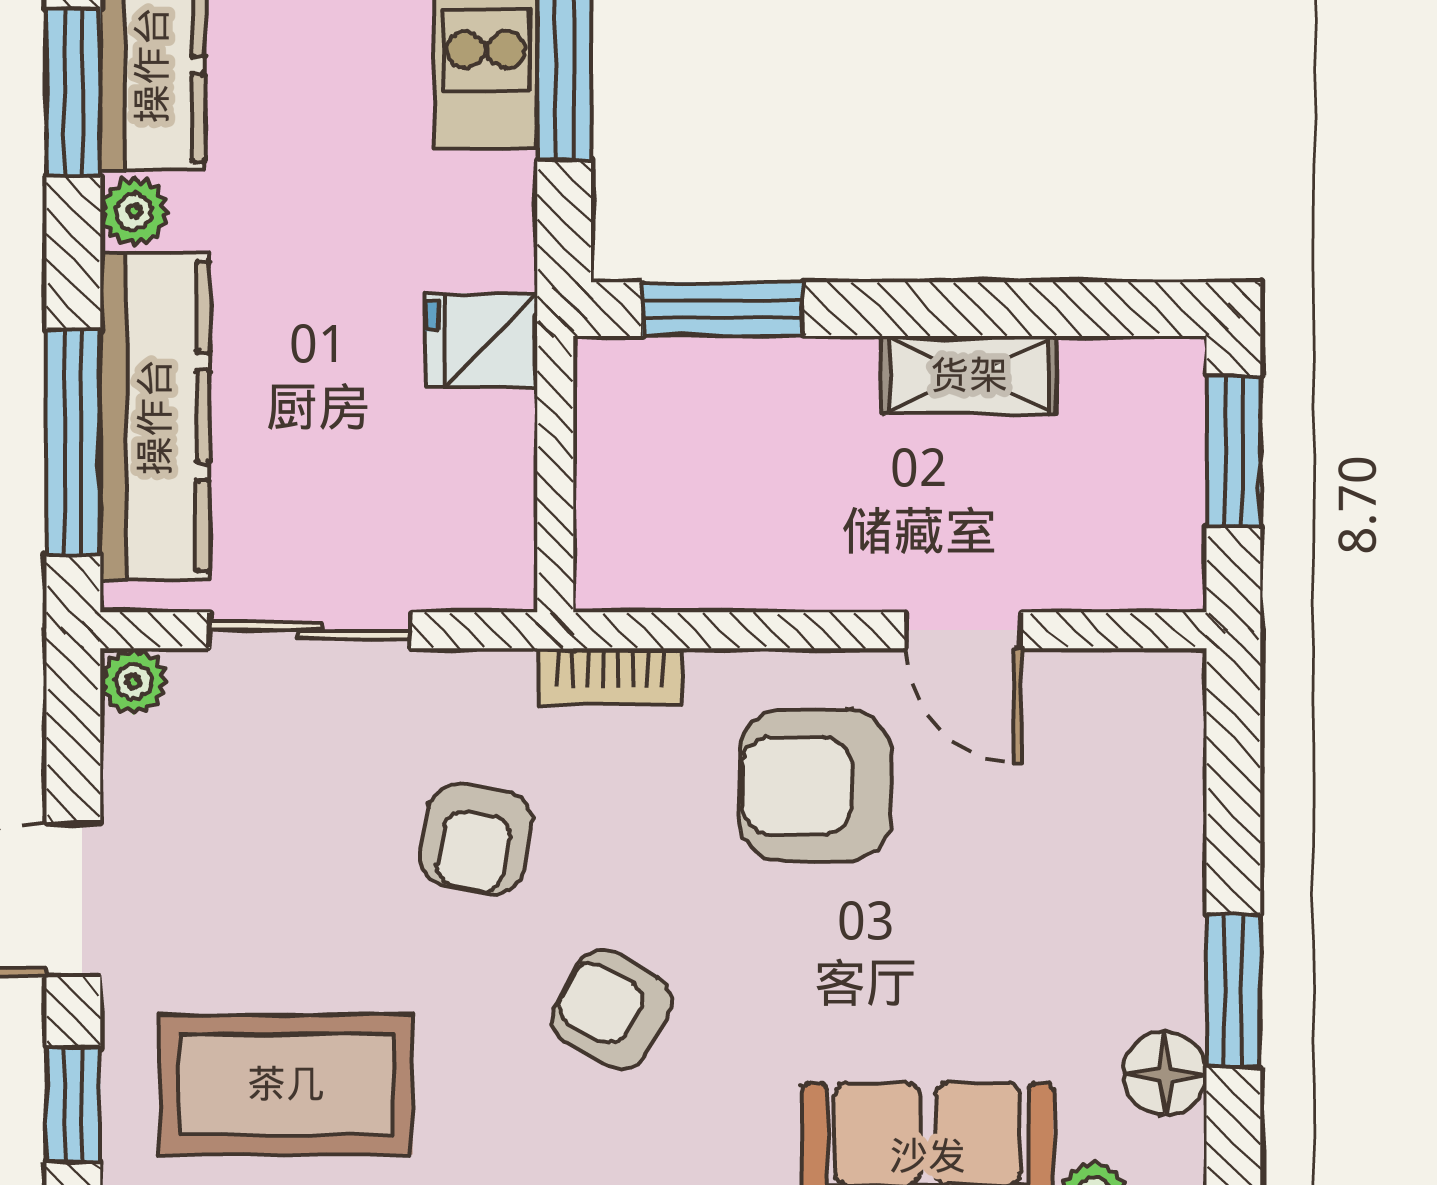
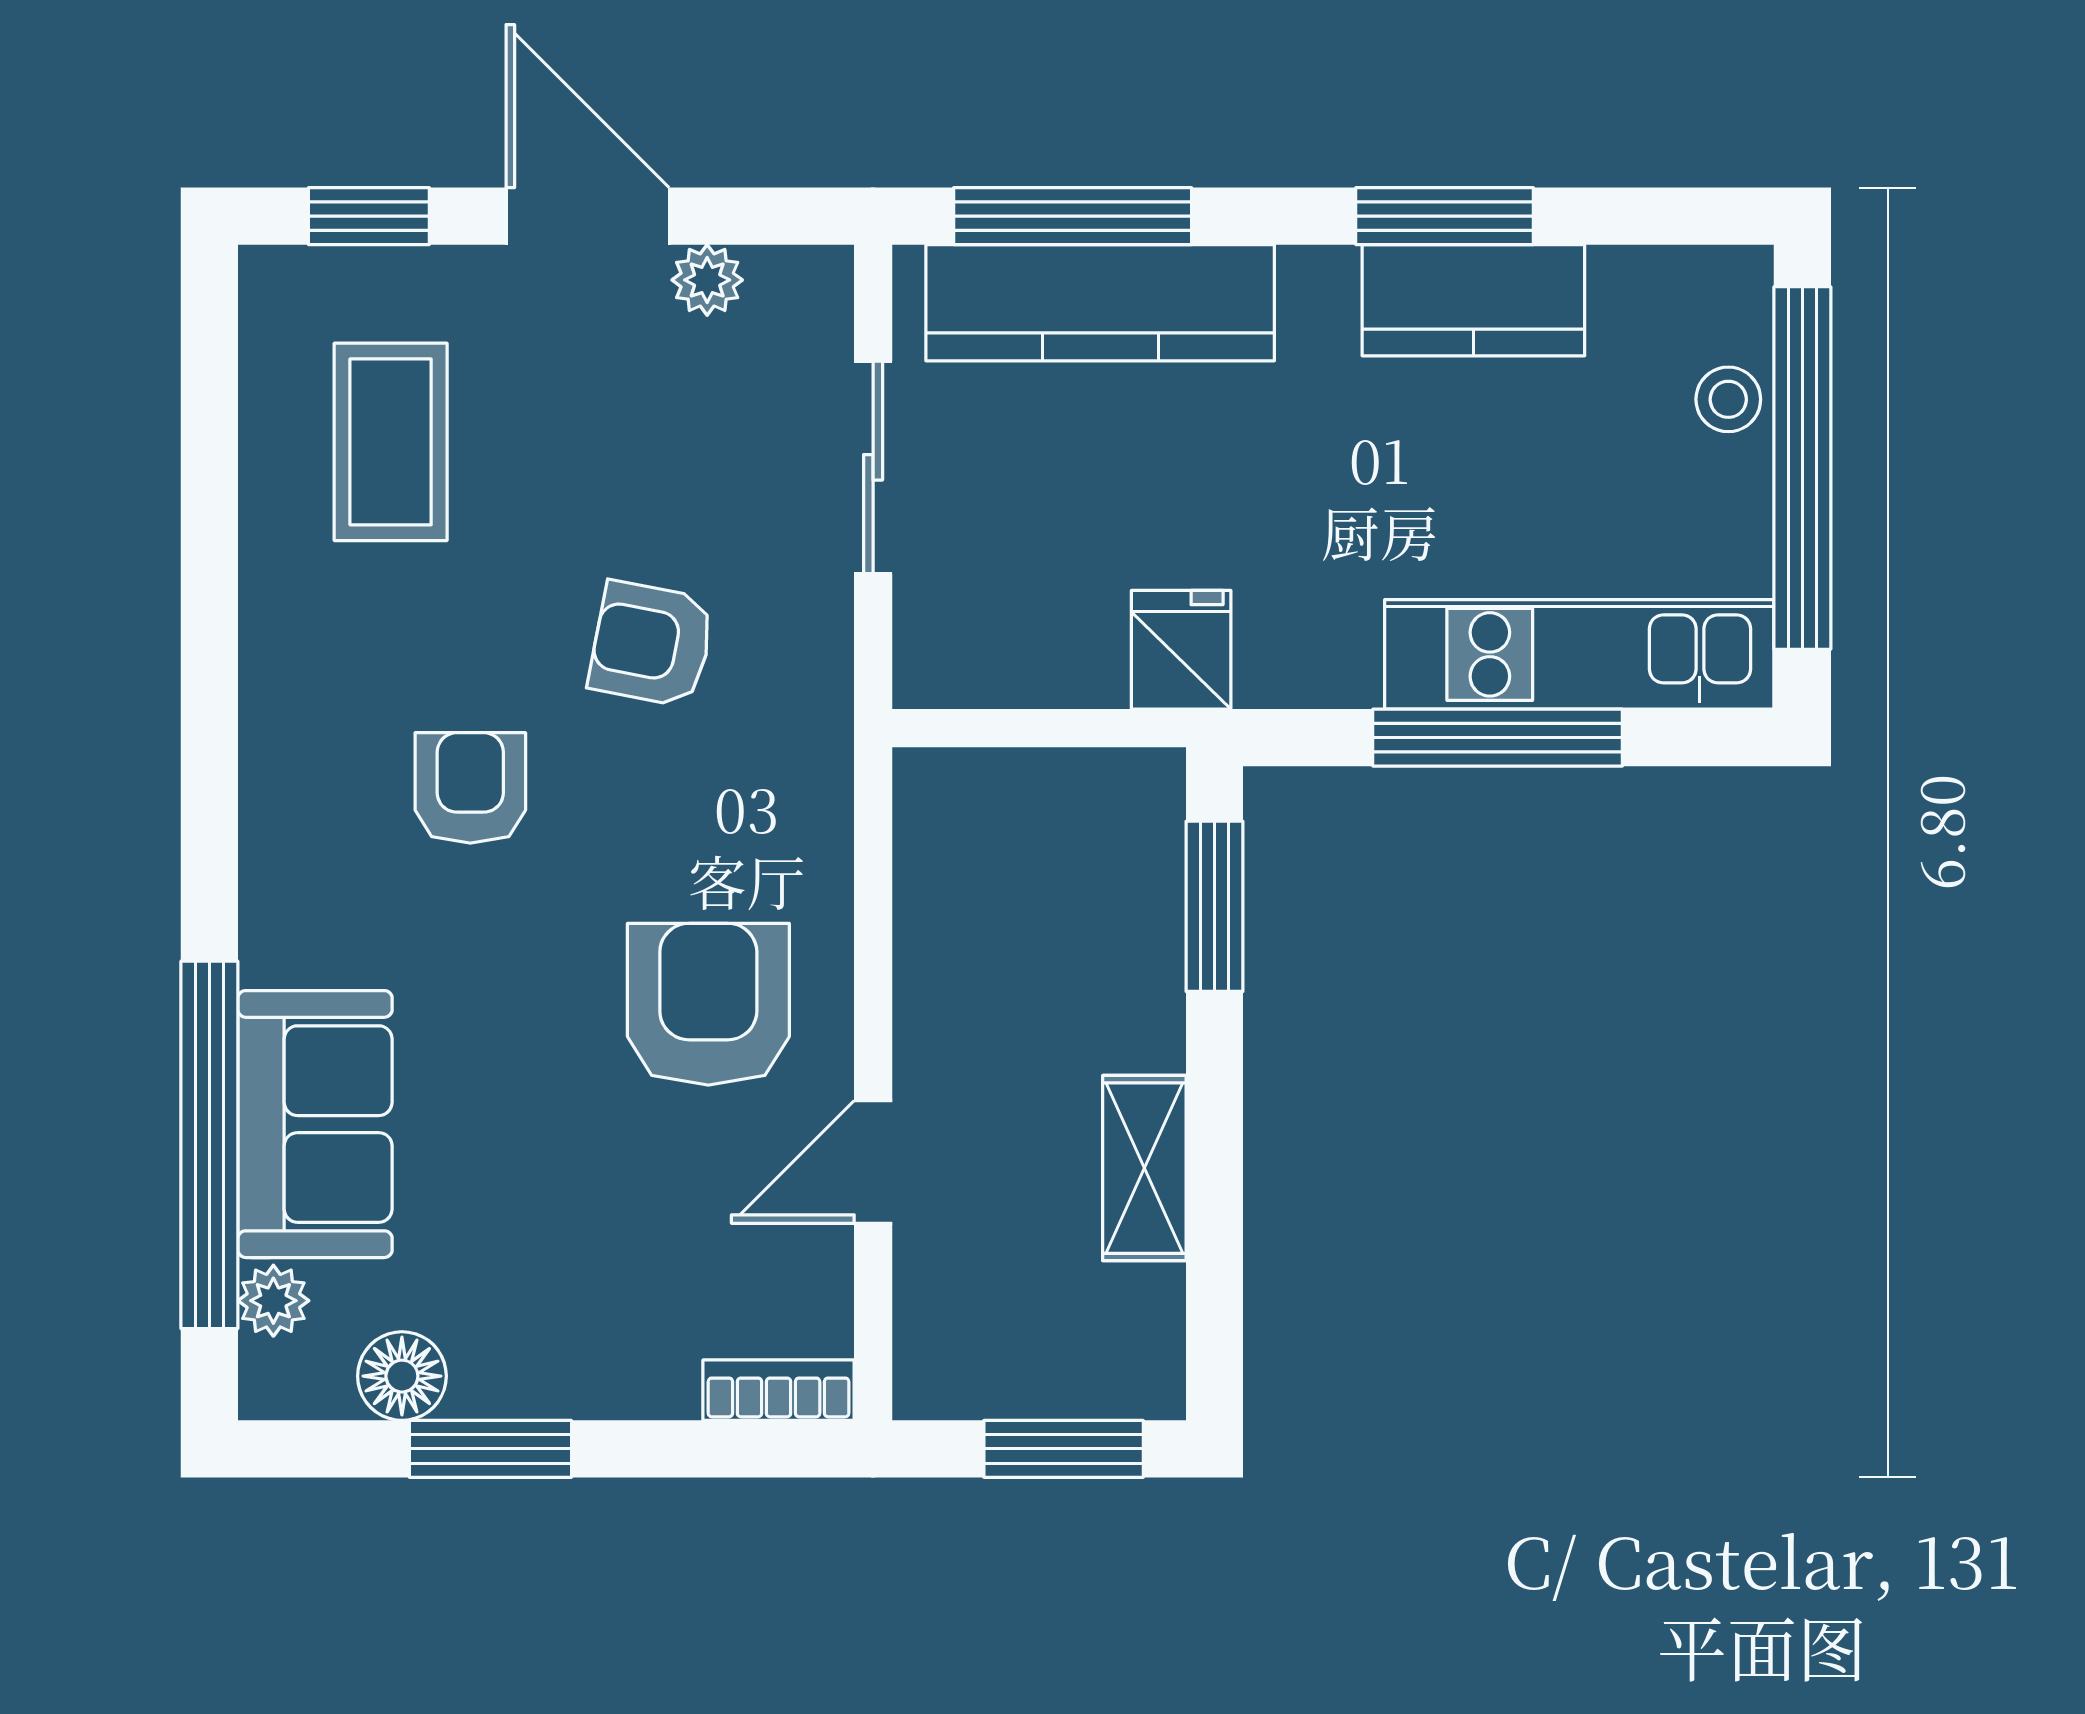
plant: (134, 211) -> (1318, 281), removed
bookcase: (611, 677) -> (779, 1390), moved, turned 90
plant: (133, 681) -> (707, 280), moved
armchair: (611, 1009) -> (470, 788), turned -30
coffee table: (286, 1084) -> (391, 442), width x0.73, depth x0.76

